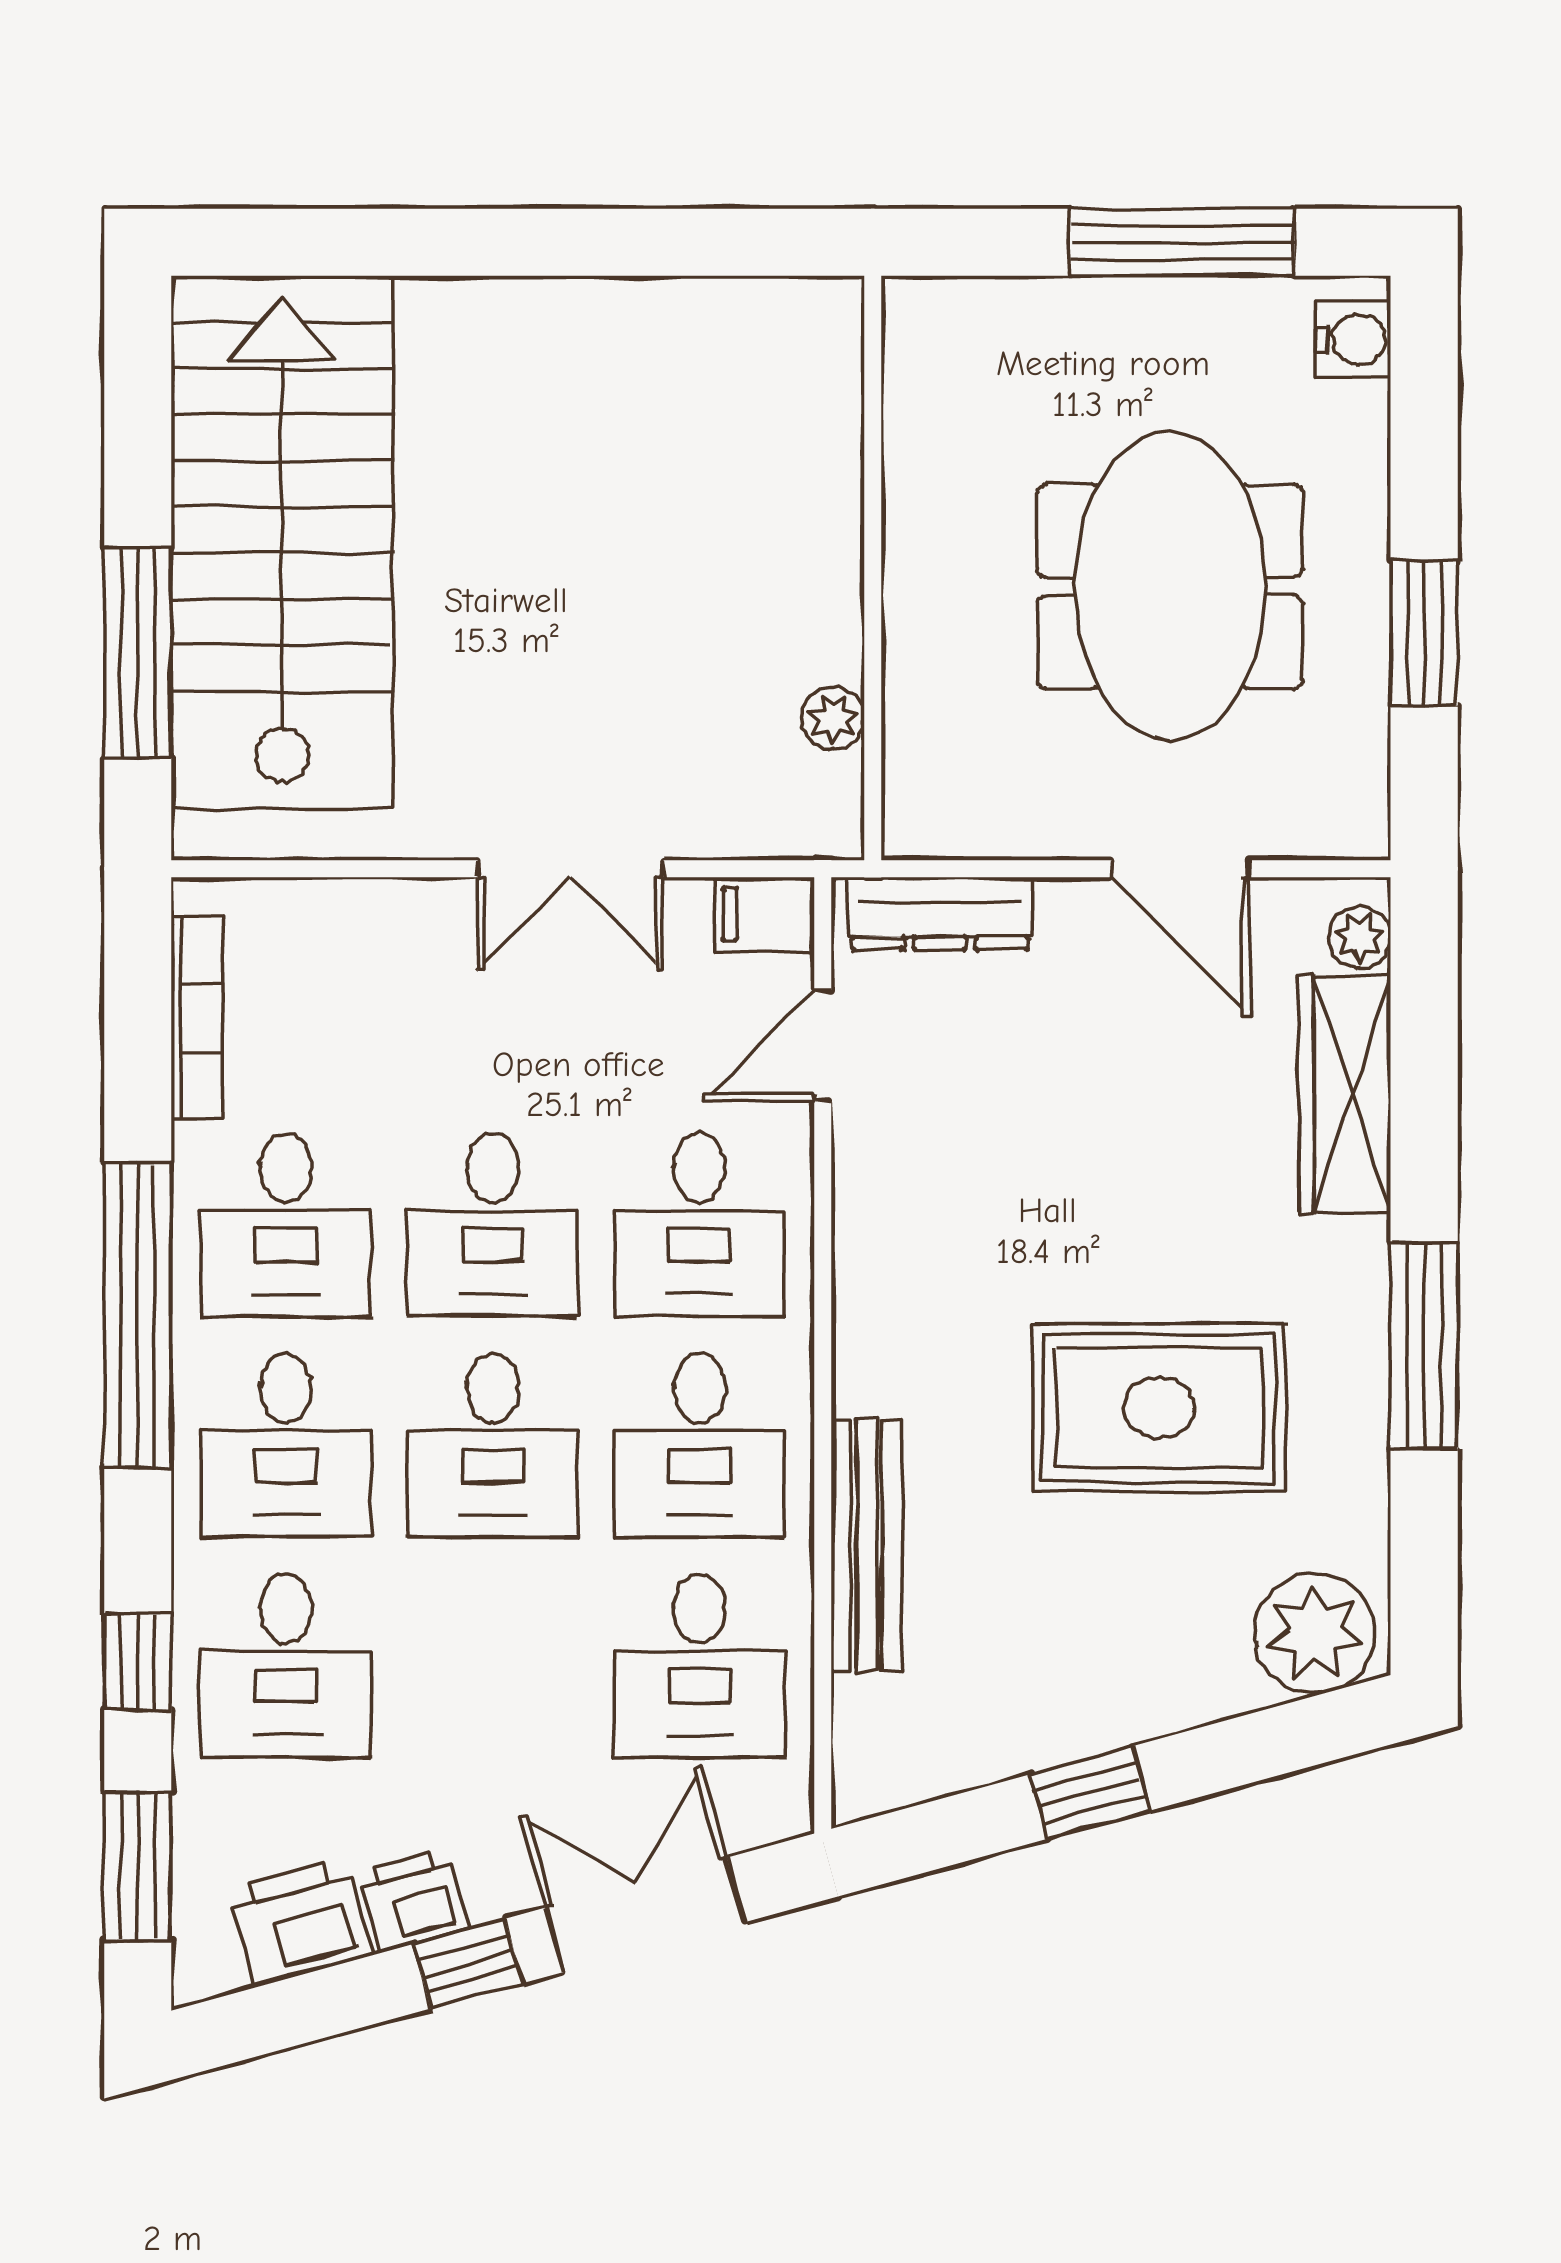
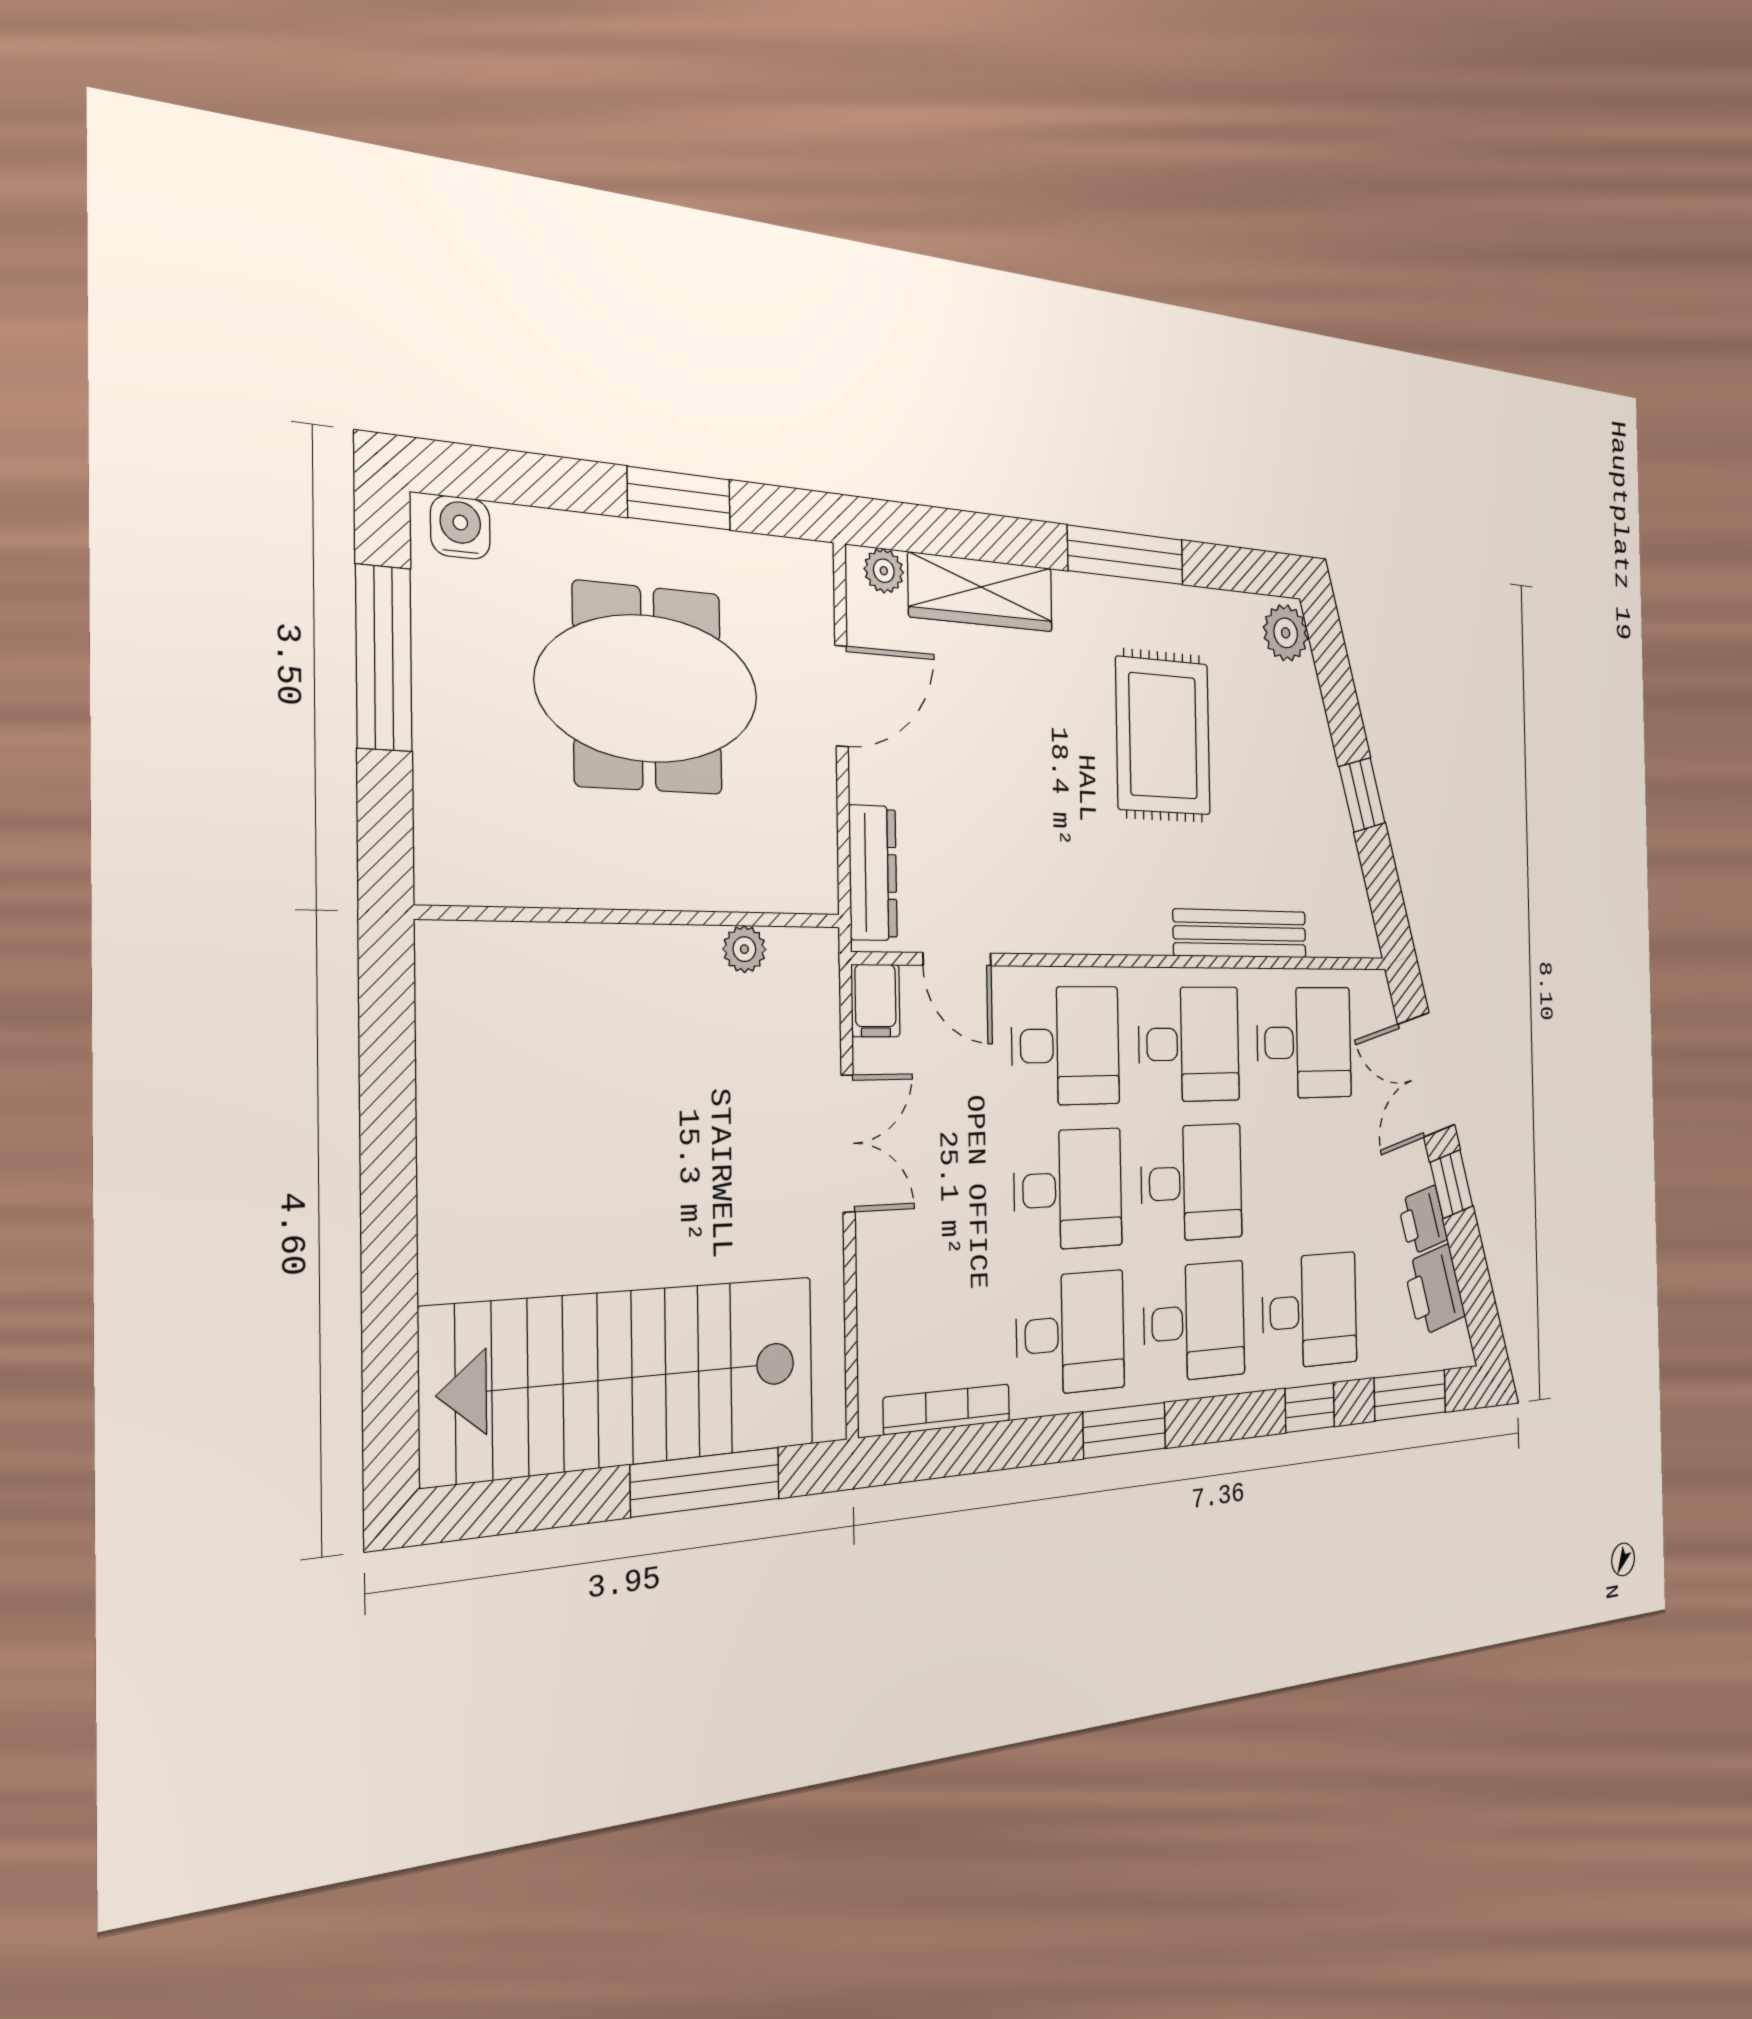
window: (138, 1315) -> (1124, 1430), width x0.47
plant: (1315, 1633) -> (1286, 633), width x0.73, depth x0.73

